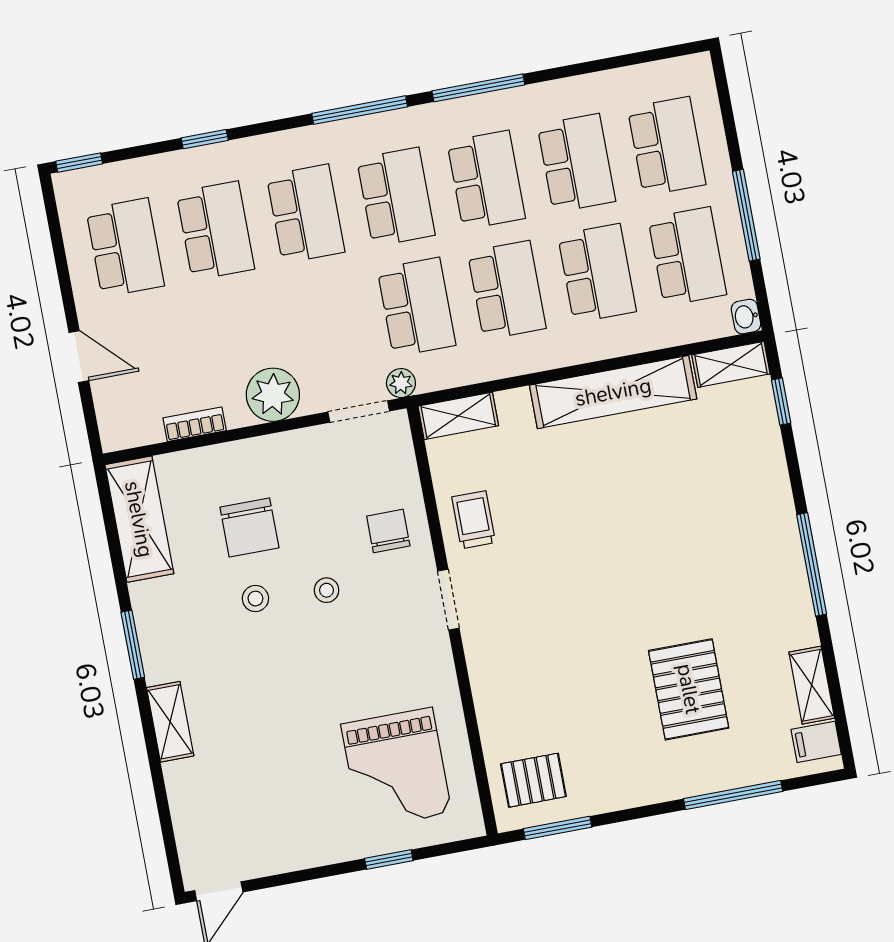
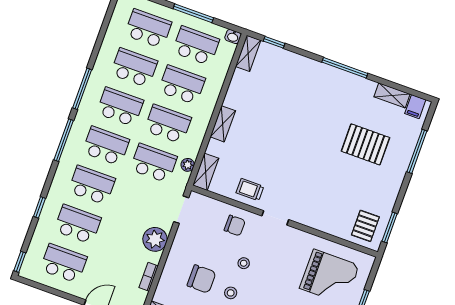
plant: (401, 383) -> (188, 165), moved
shelving: (613, 392) -> (223, 124), width x0.45, depth x0.75
chair: (388, 531) -> (235, 225), turned 180

